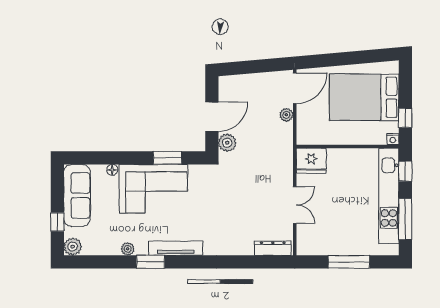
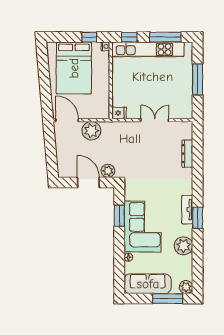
plant: (286, 115) -> (91, 131), width x1.87, depth x1.87
fridge: (311, 161) -> (119, 113), width x0.53, depth x0.75
window: (57, 222) -> (168, 299), width x2.17
tv unit: (176, 248) -> (187, 210), width x0.71
dresser: (273, 248) -> (187, 154), moved
plant: (128, 249) -> (183, 246), width x1.88, depth x1.88
window: (151, 262) -> (198, 218), moved

